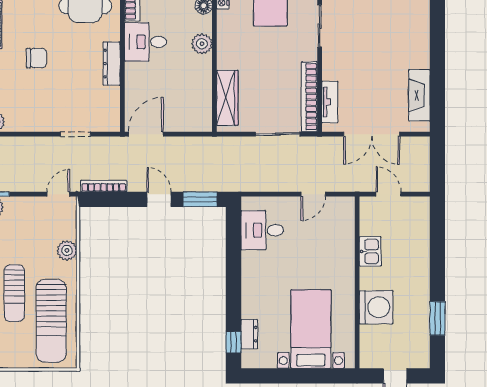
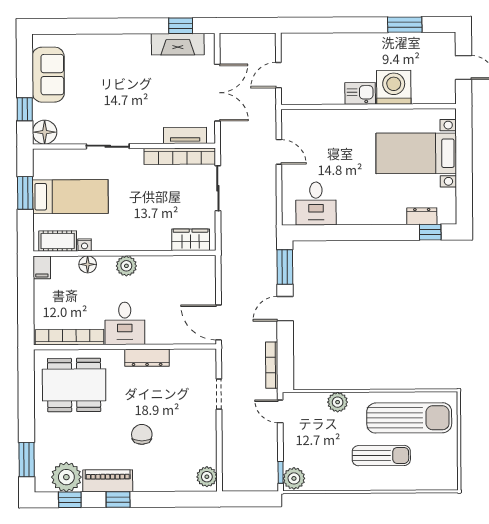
wardrobe: (227, 98) -> (191, 240), width x0.67
window: (437, 98) -> (181, 26), added
kitchen sink: (370, 251) -> (360, 93), moved

